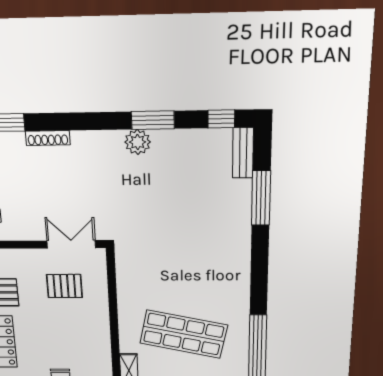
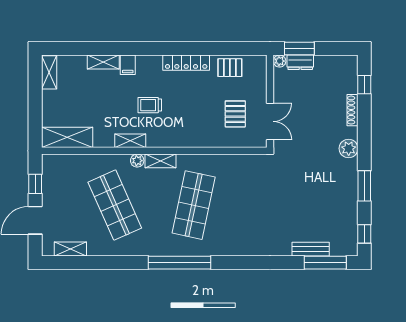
plant: (138, 142) -> (349, 148), moved
bench: (243, 153) -> (311, 249), moved
window: (261, 198) -> (325, 263), moved

